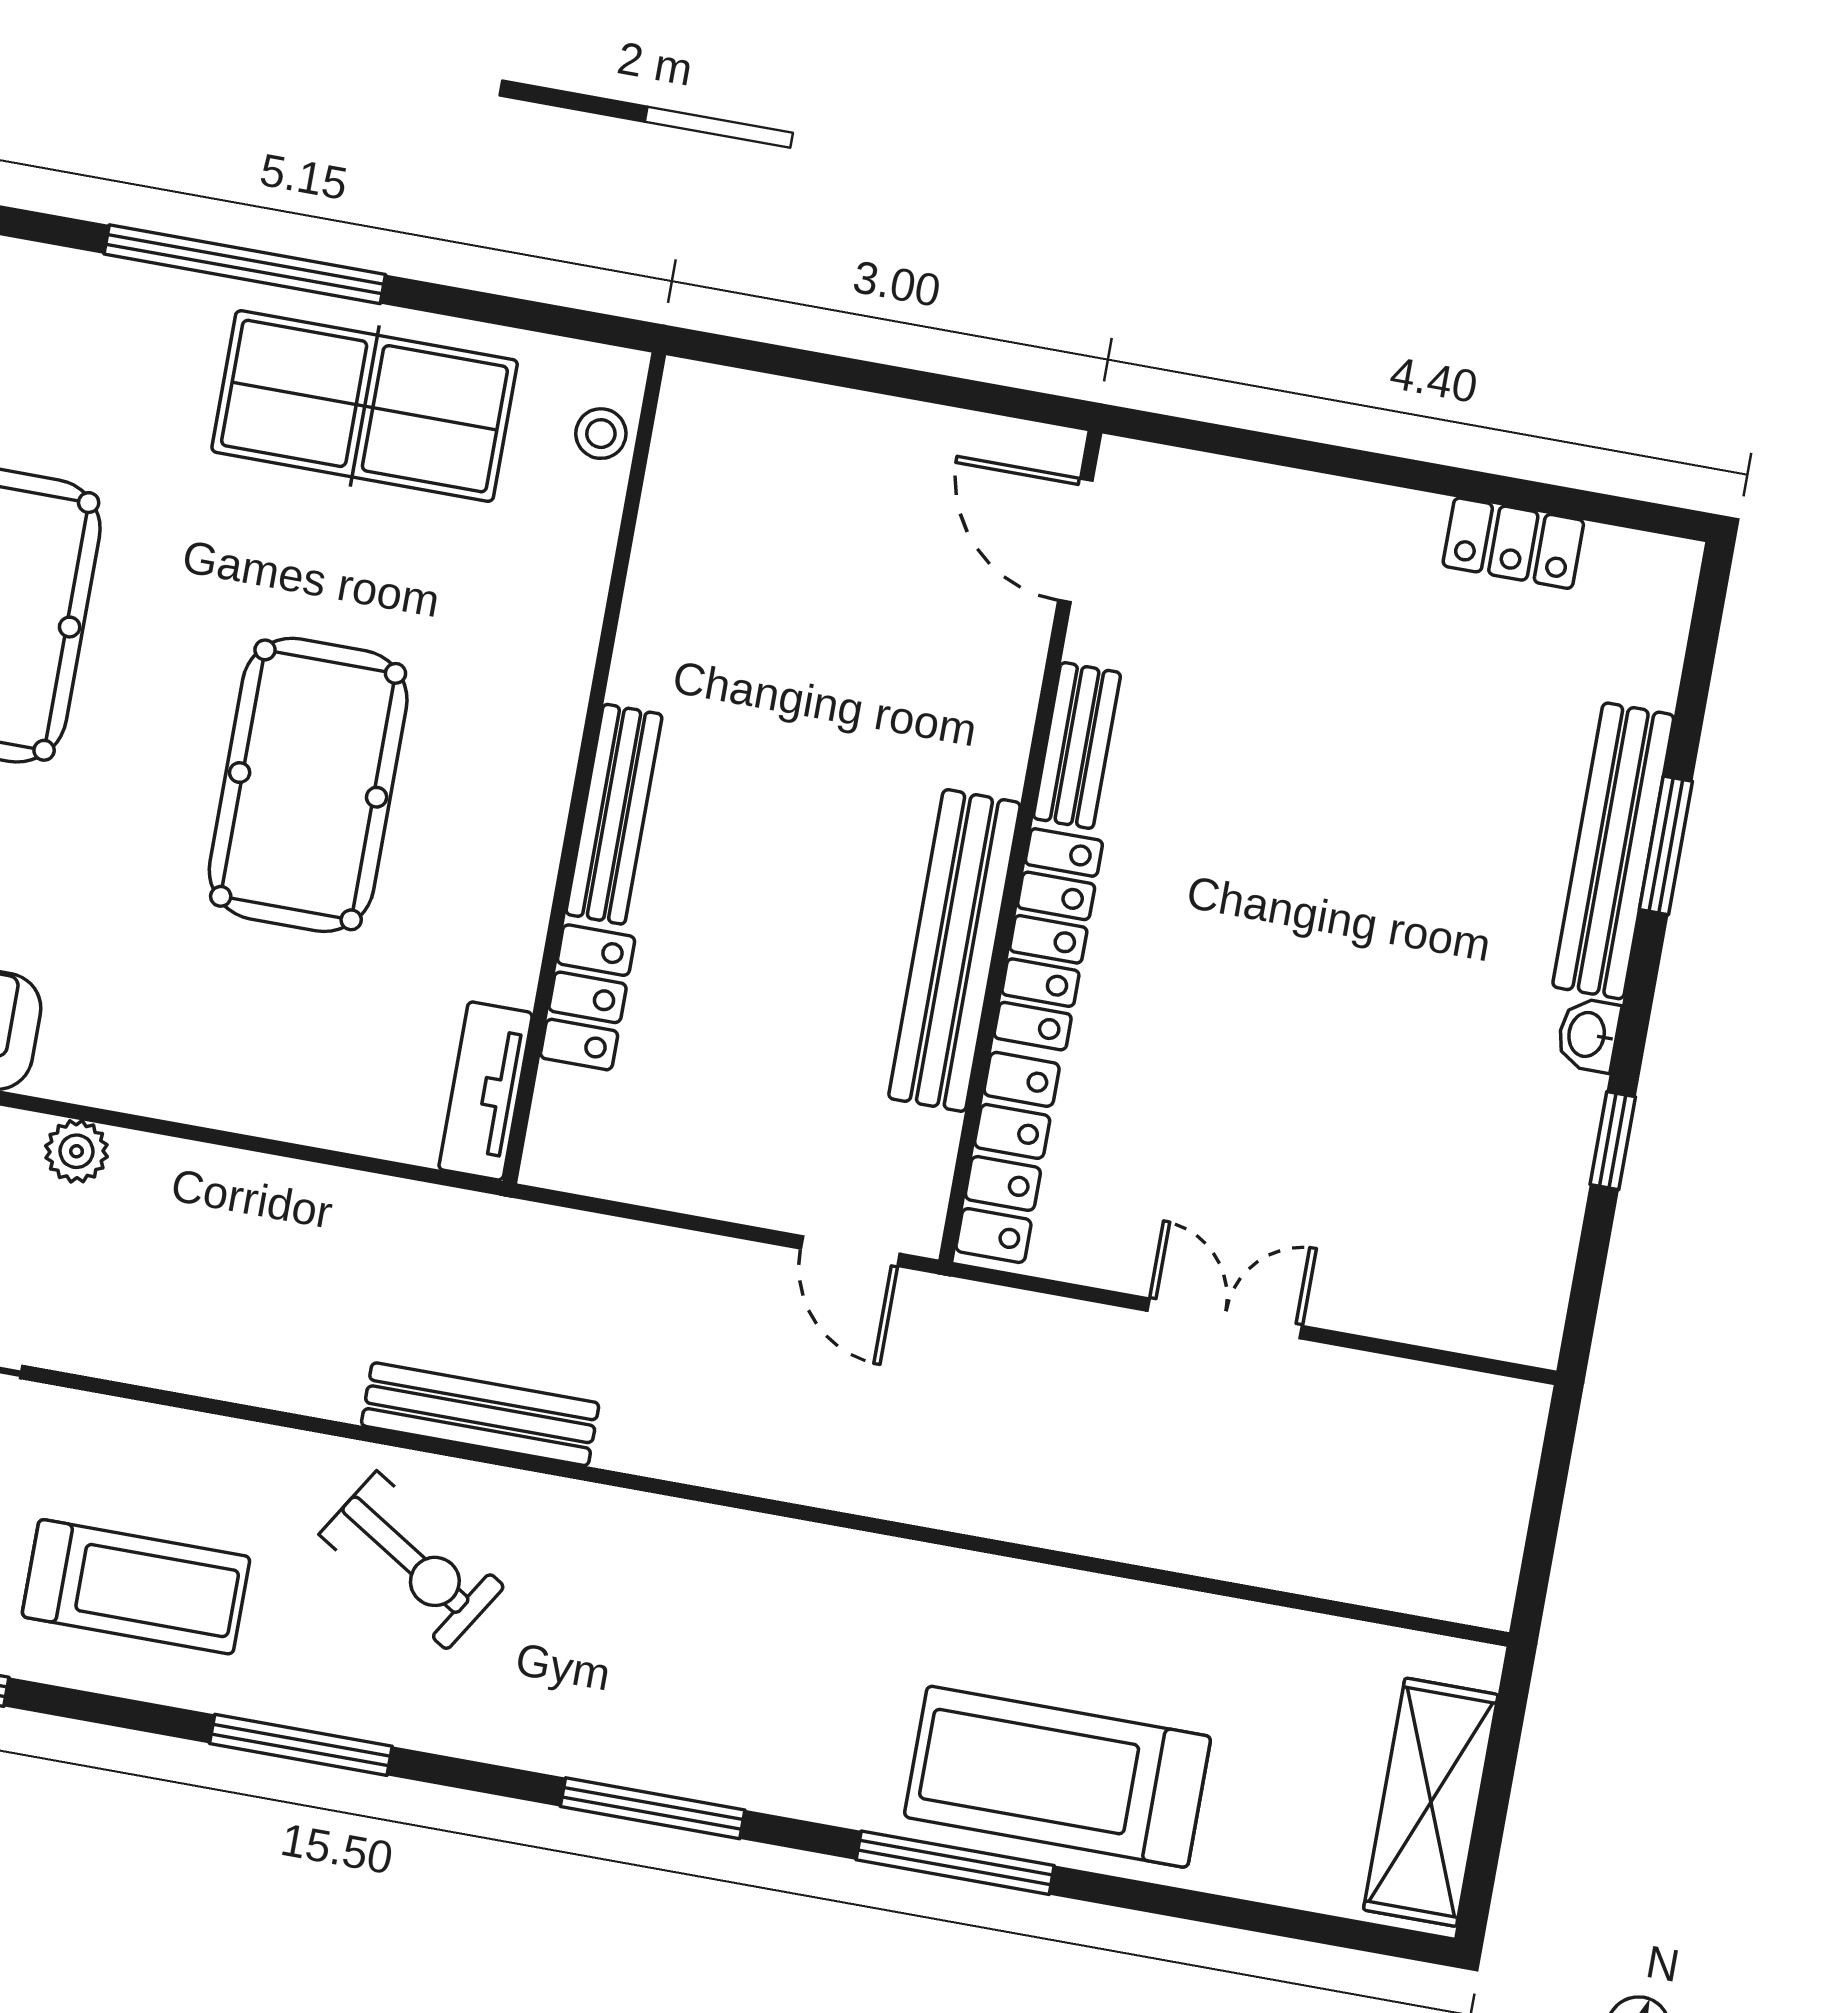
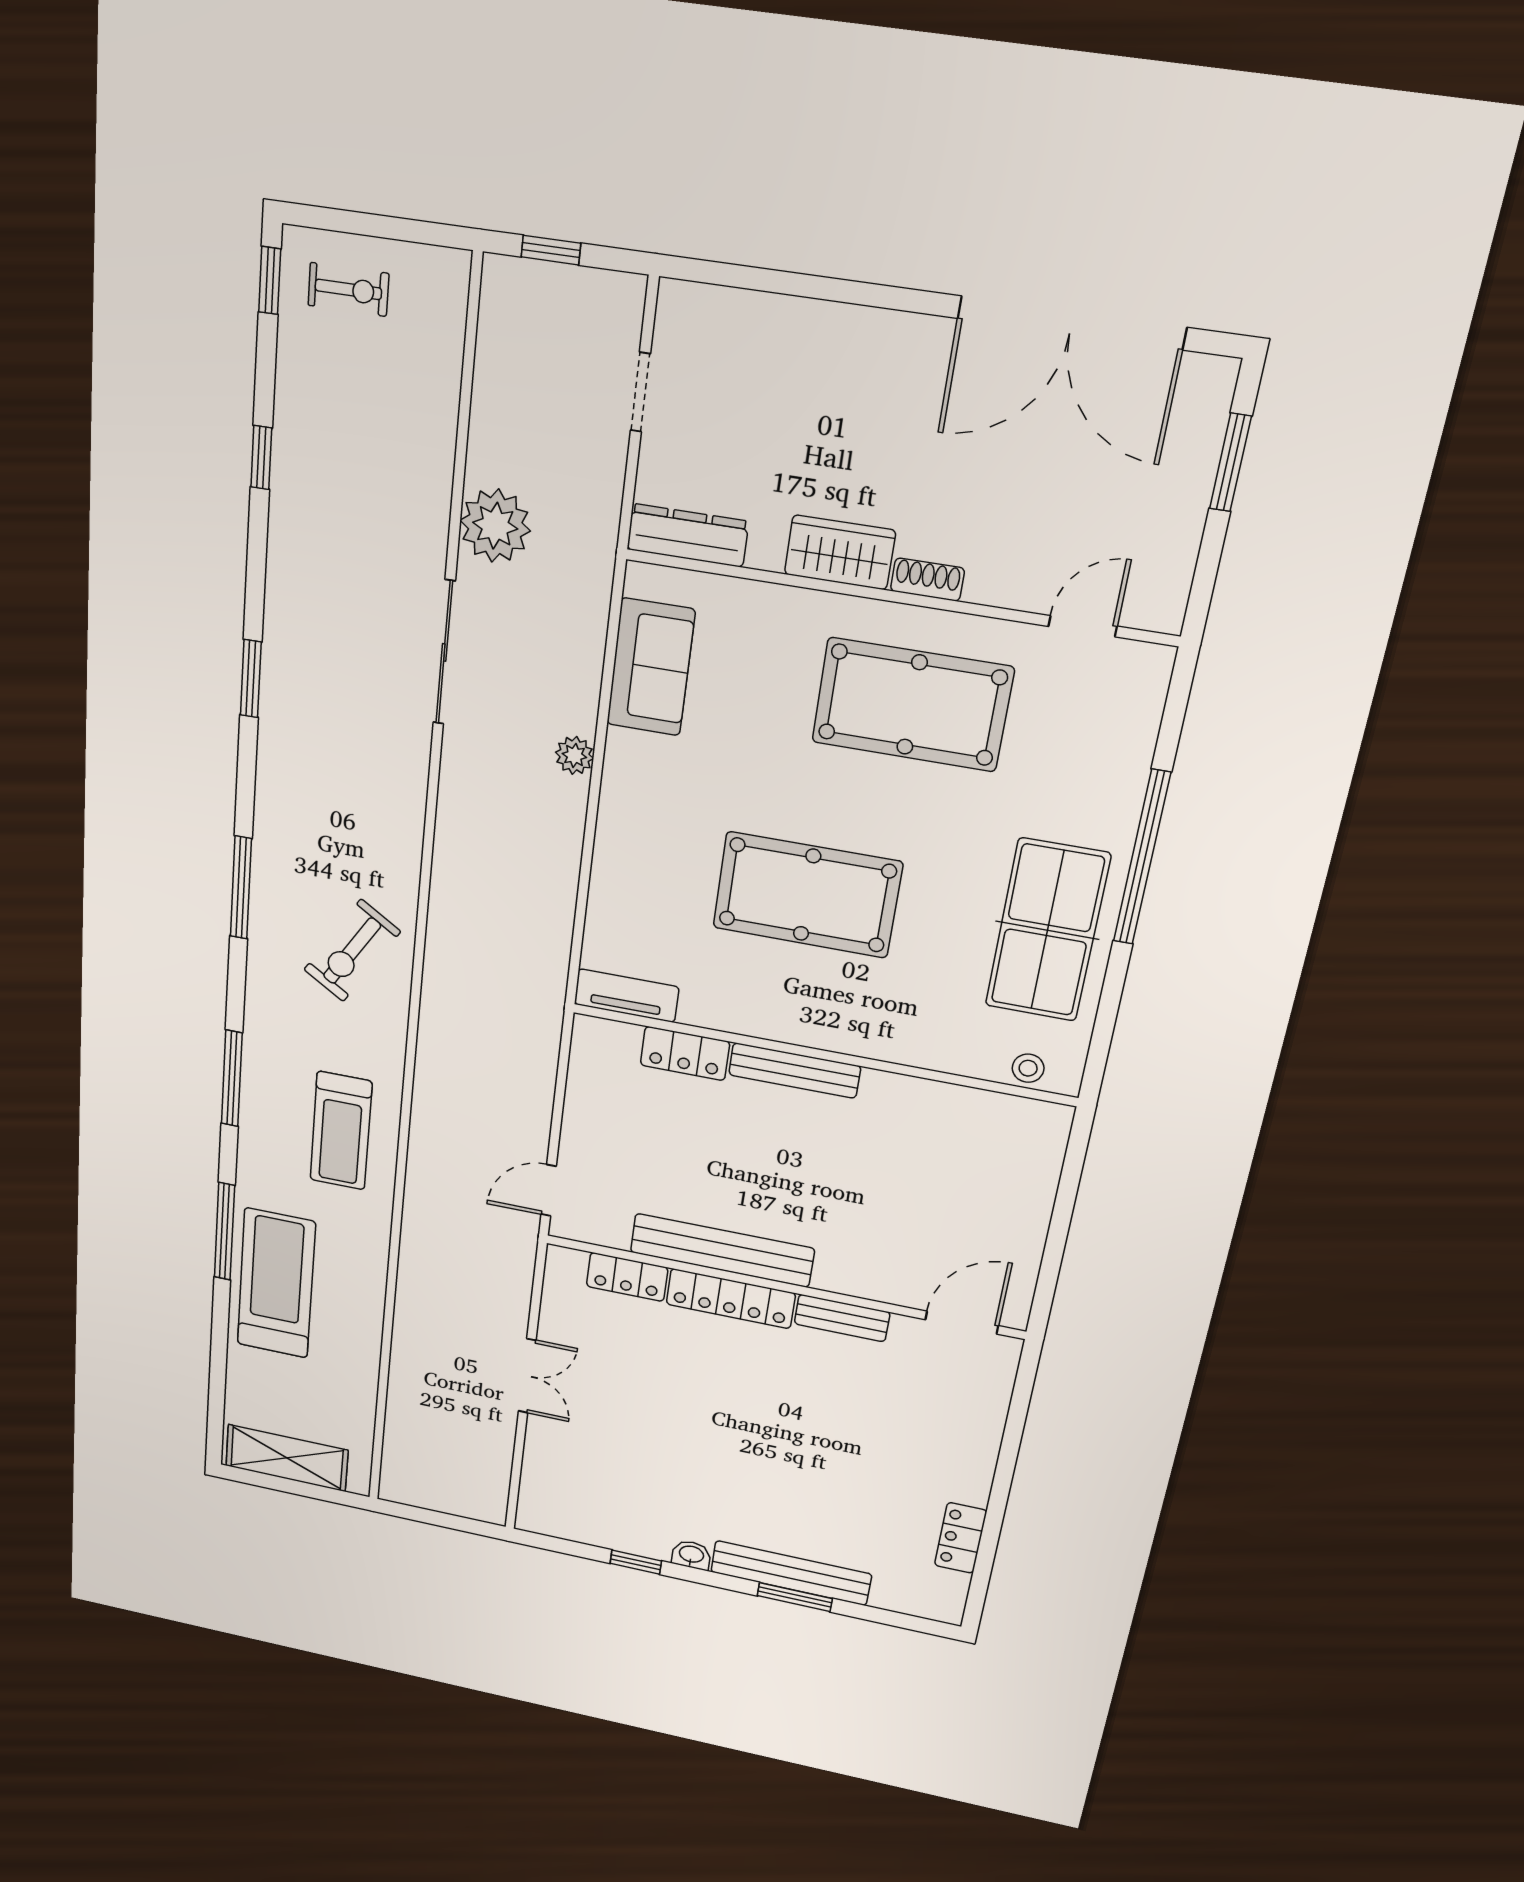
locker: (1008, 1157) -> (627, 1277), width x0.66
bench: (480, 1414) -> (439, 990), removed
treadmill: (136, 1587) -> (341, 1131), moved

